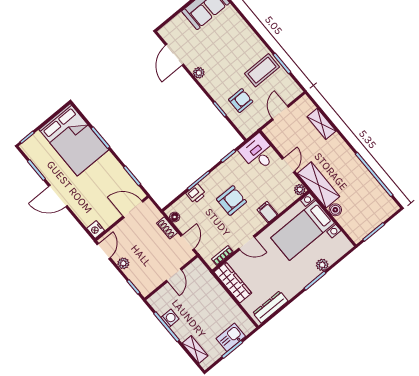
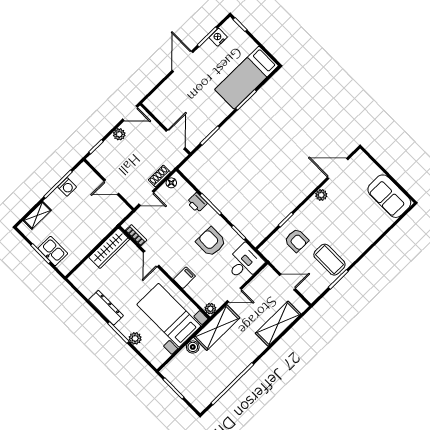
shelving: (322, 124) -> (278, 324), width x1.50, depth x1.33
bed: (74, 140) -> (247, 78), width x0.67
armchair: (232, 200) -> (211, 242), moved, turned 180
nightstand: (96, 229) -> (218, 37), moved
dresser: (270, 307) -> (106, 308), moved

